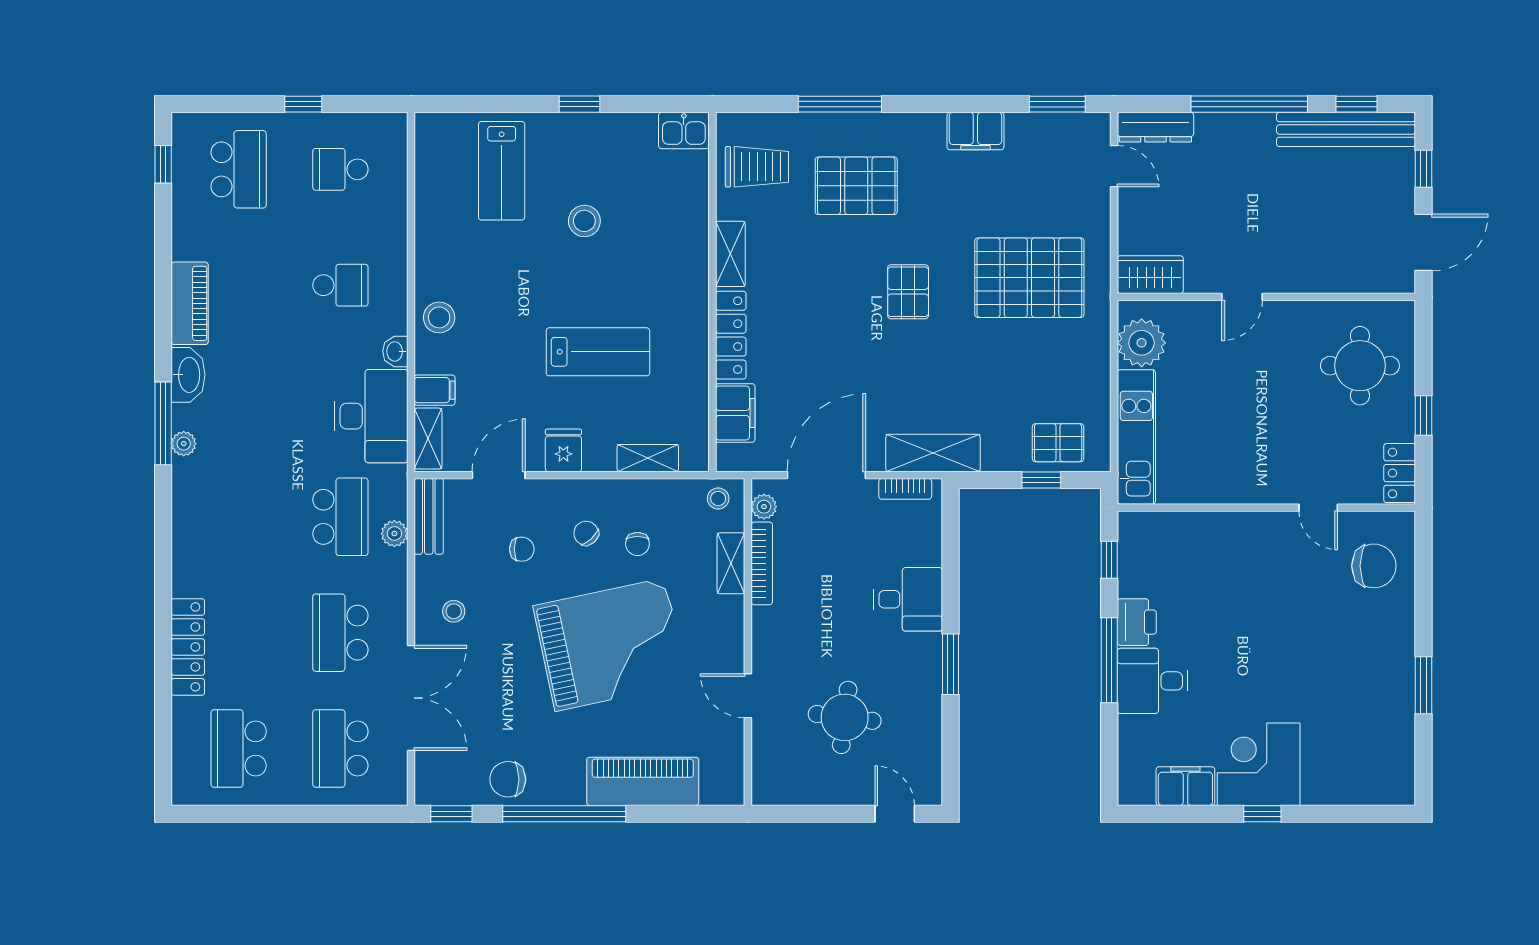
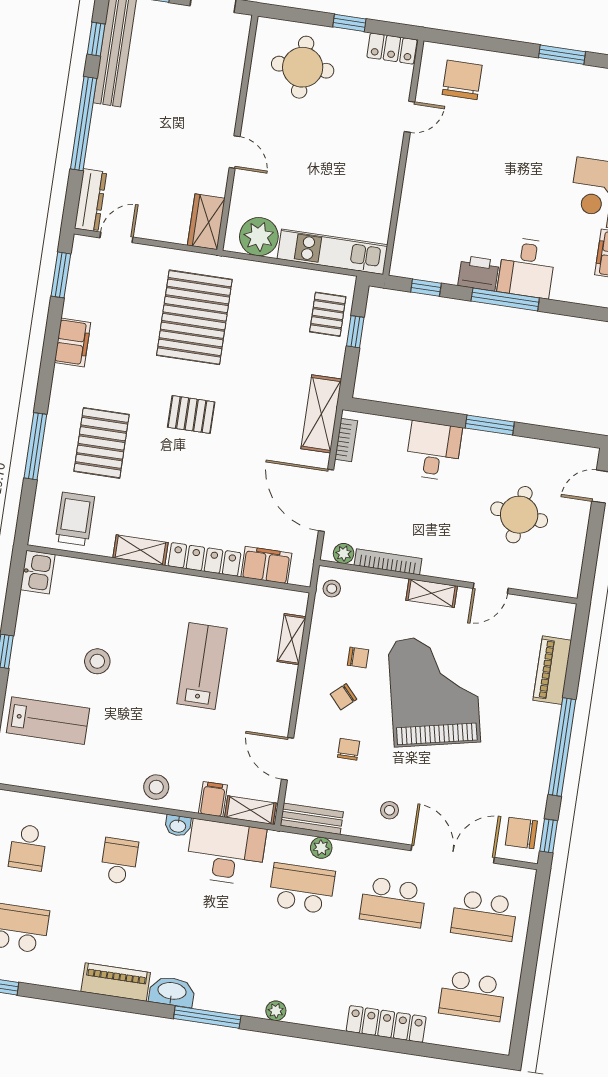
plant: (184, 444) -> (276, 1011), moved
fridge: (563, 450) -> (276, 705), removed
shelving: (731, 563) -> (432, 593), moved
chair: (508, 779) -> (521, 833), moved, turned 89
piano: (643, 781) -> (552, 670), width x0.73, depth x0.75

